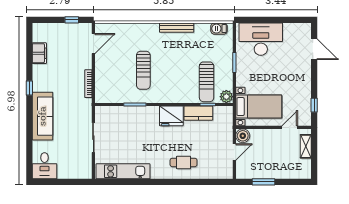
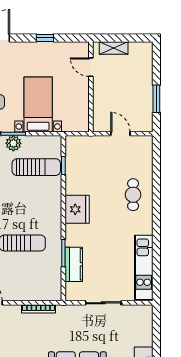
plant: (226, 97) -> (13, 143), moved
window: (314, 105) -> (45, 38), moved
bed with nightstands: (259, 107) -> (38, 104), moved
kitchen counter: (198, 113) -> (74, 264), moved
boiler: (243, 136) -> (101, 124), removed

